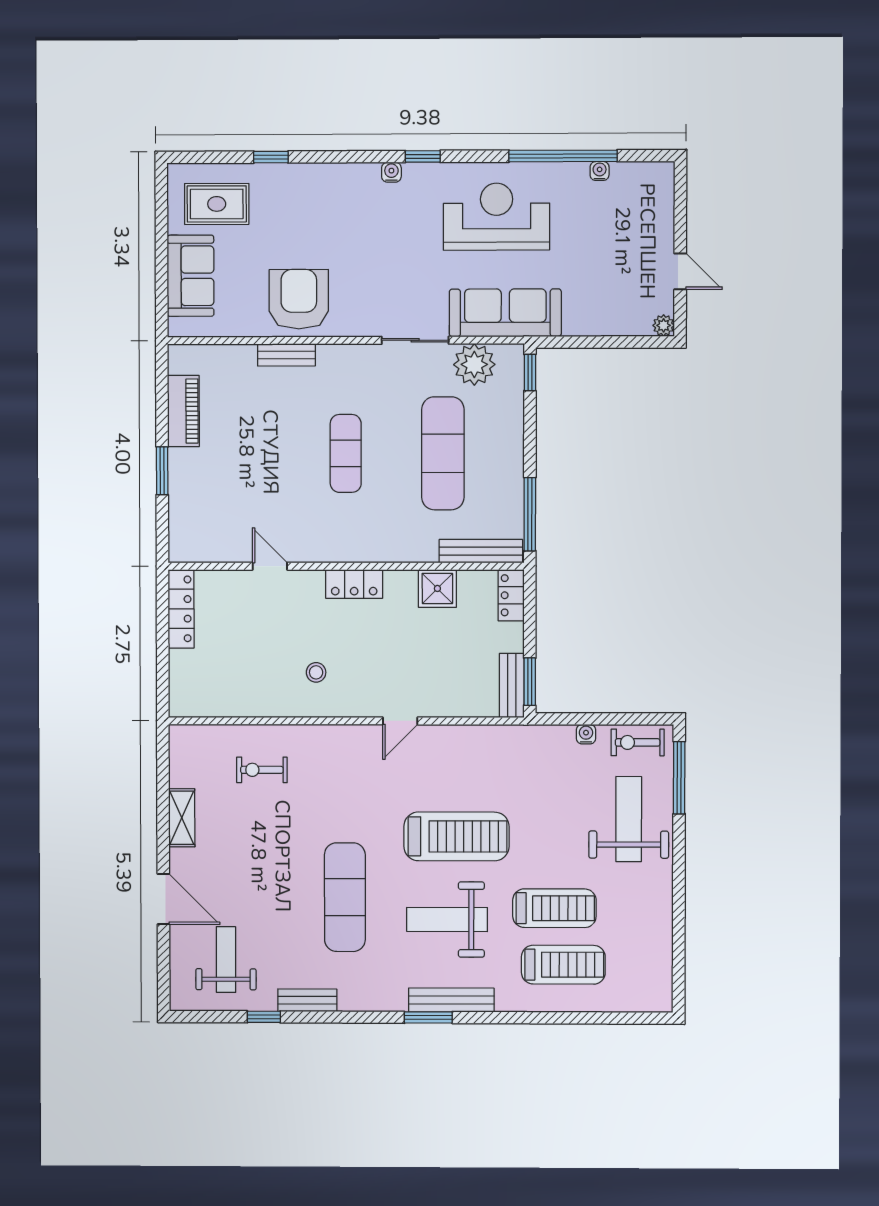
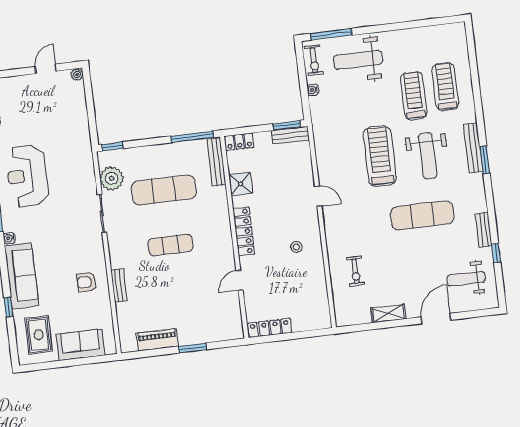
armchair: (299, 299) -> (87, 282), width x0.53, depth x0.53
sofa: (505, 313) -> (22, 276), moved, turned 180
locker: (354, 584) -> (244, 231), width x1.53

